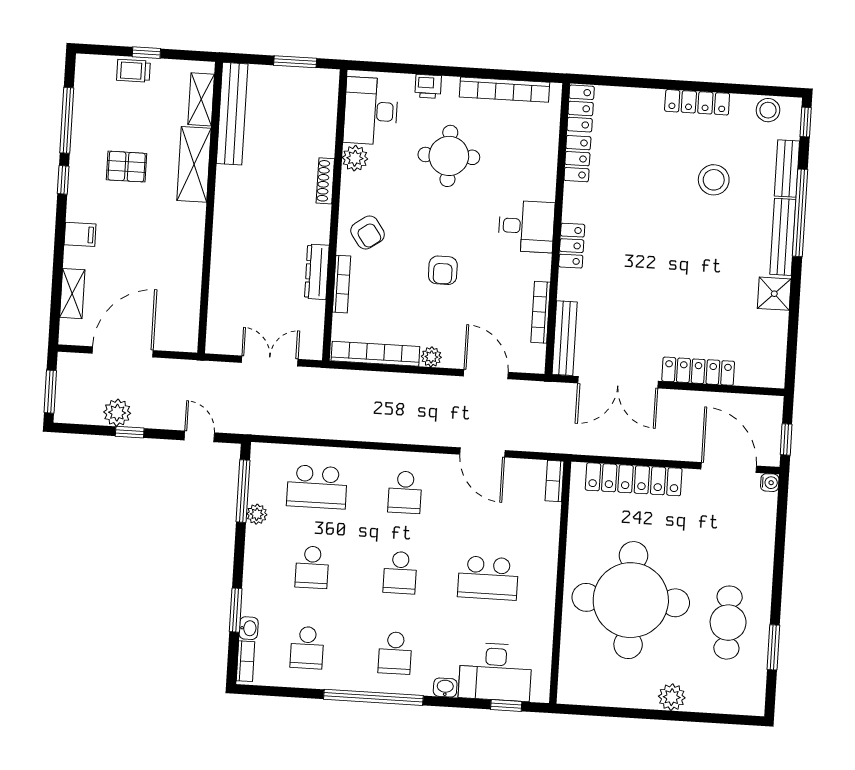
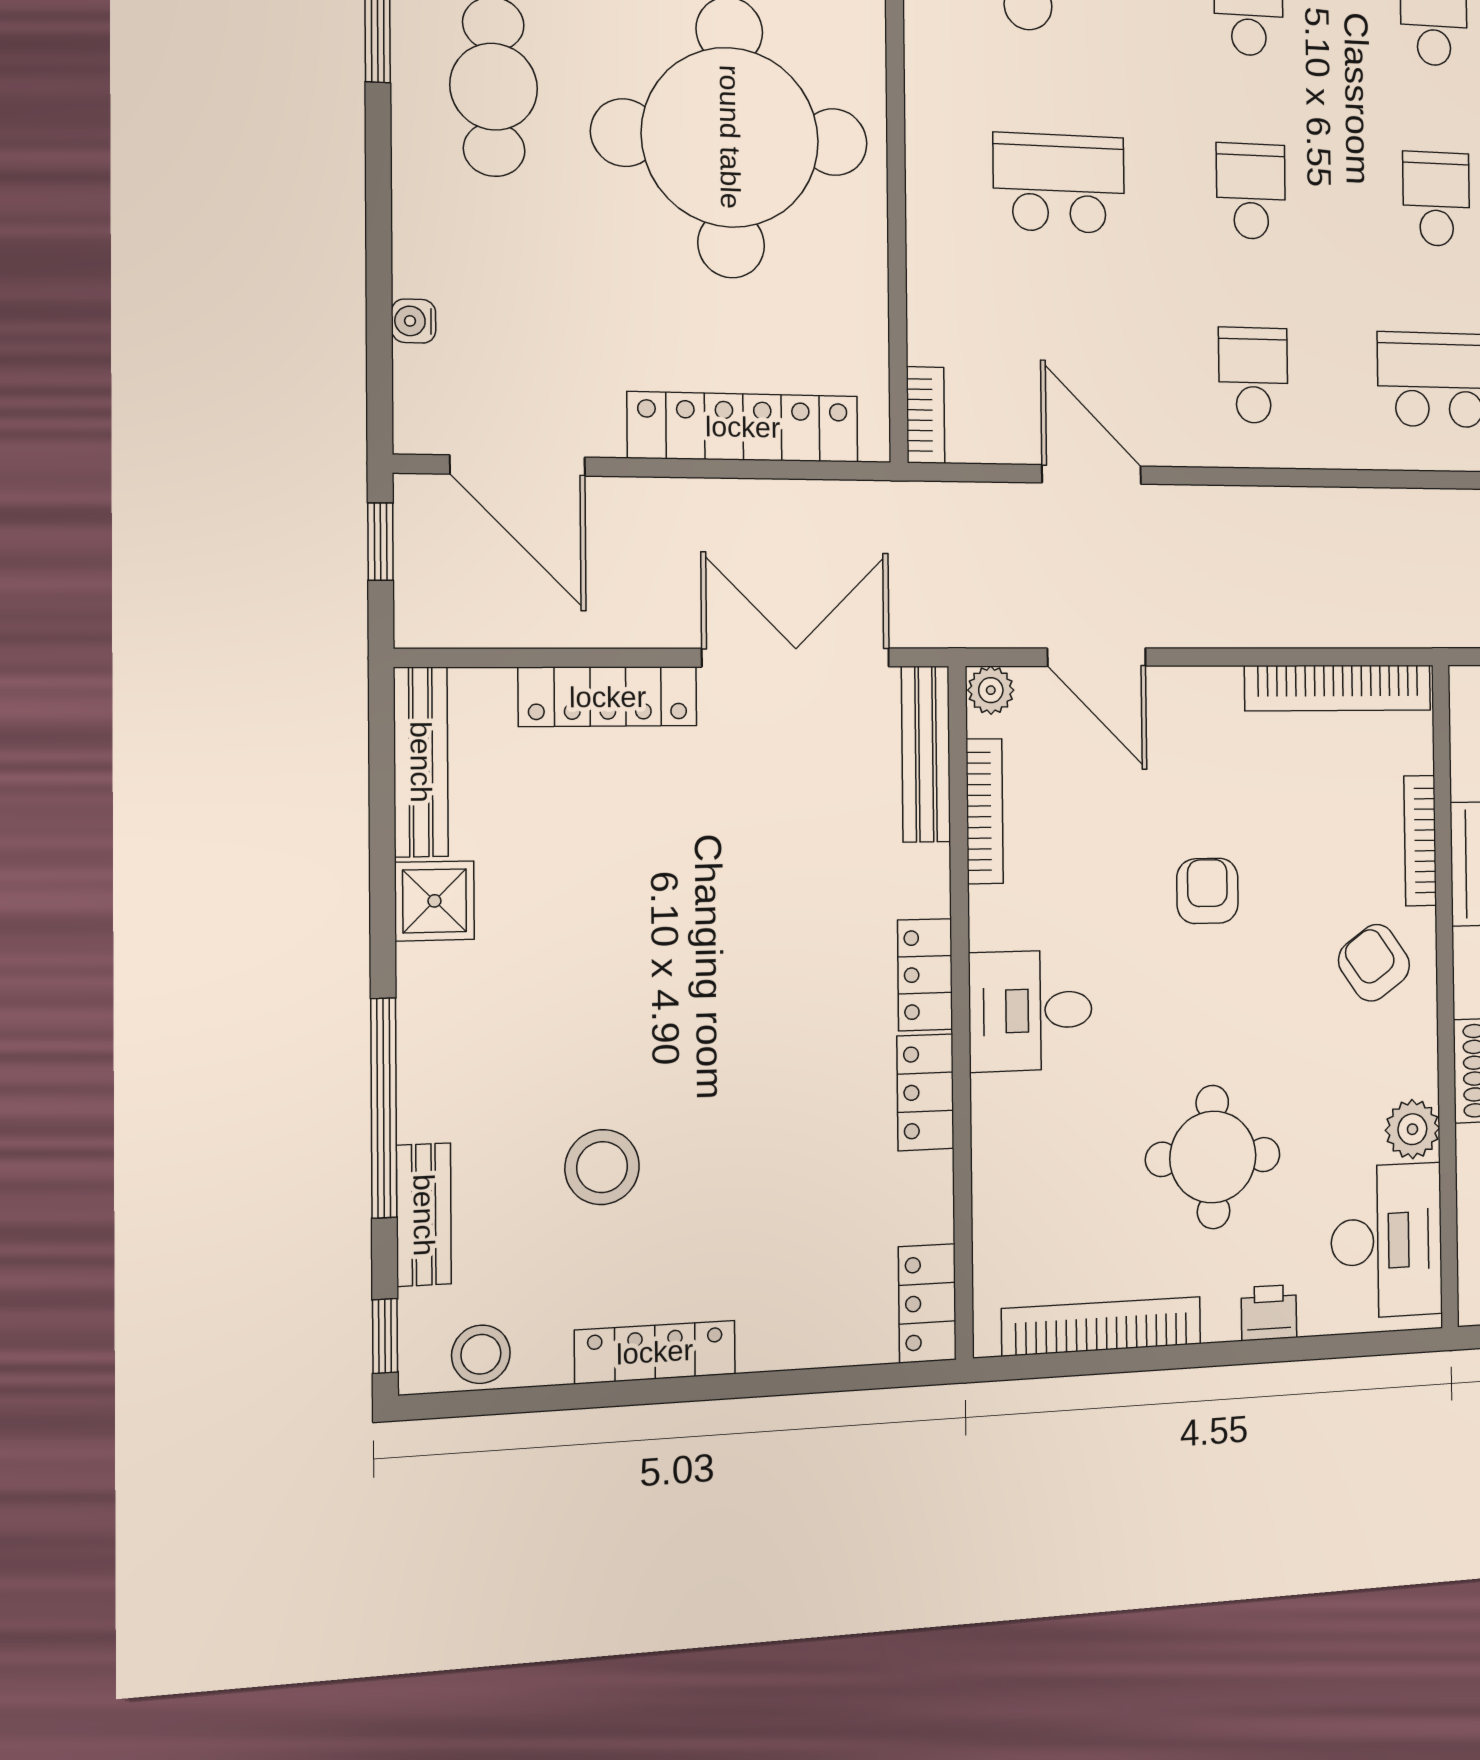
locker: (577, 159) -> (925, 1092), moved
bench: (783, 237) -> (421, 762), moved
plant: (431, 357) -> (991, 690), moved
water cooler: (770, 483) -> (414, 321), moved

